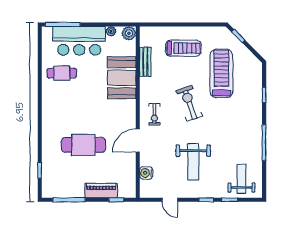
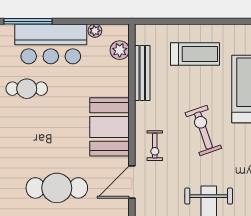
plant: (129, 33) -> (120, 50), moved
bench: (145, 62) -> (142, 73), width x1.36
booth: (122, 78) -> (110, 127), moved

